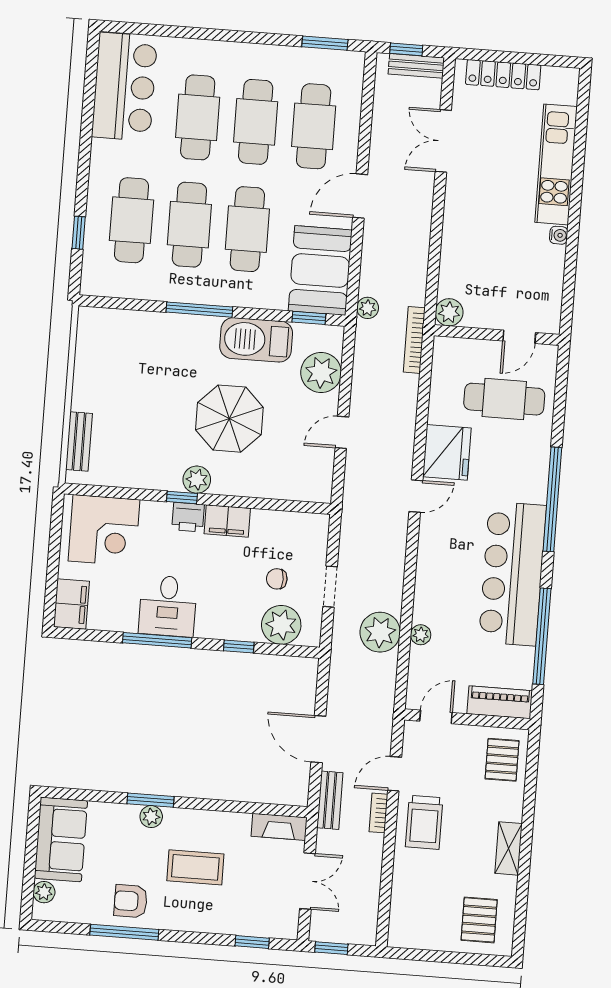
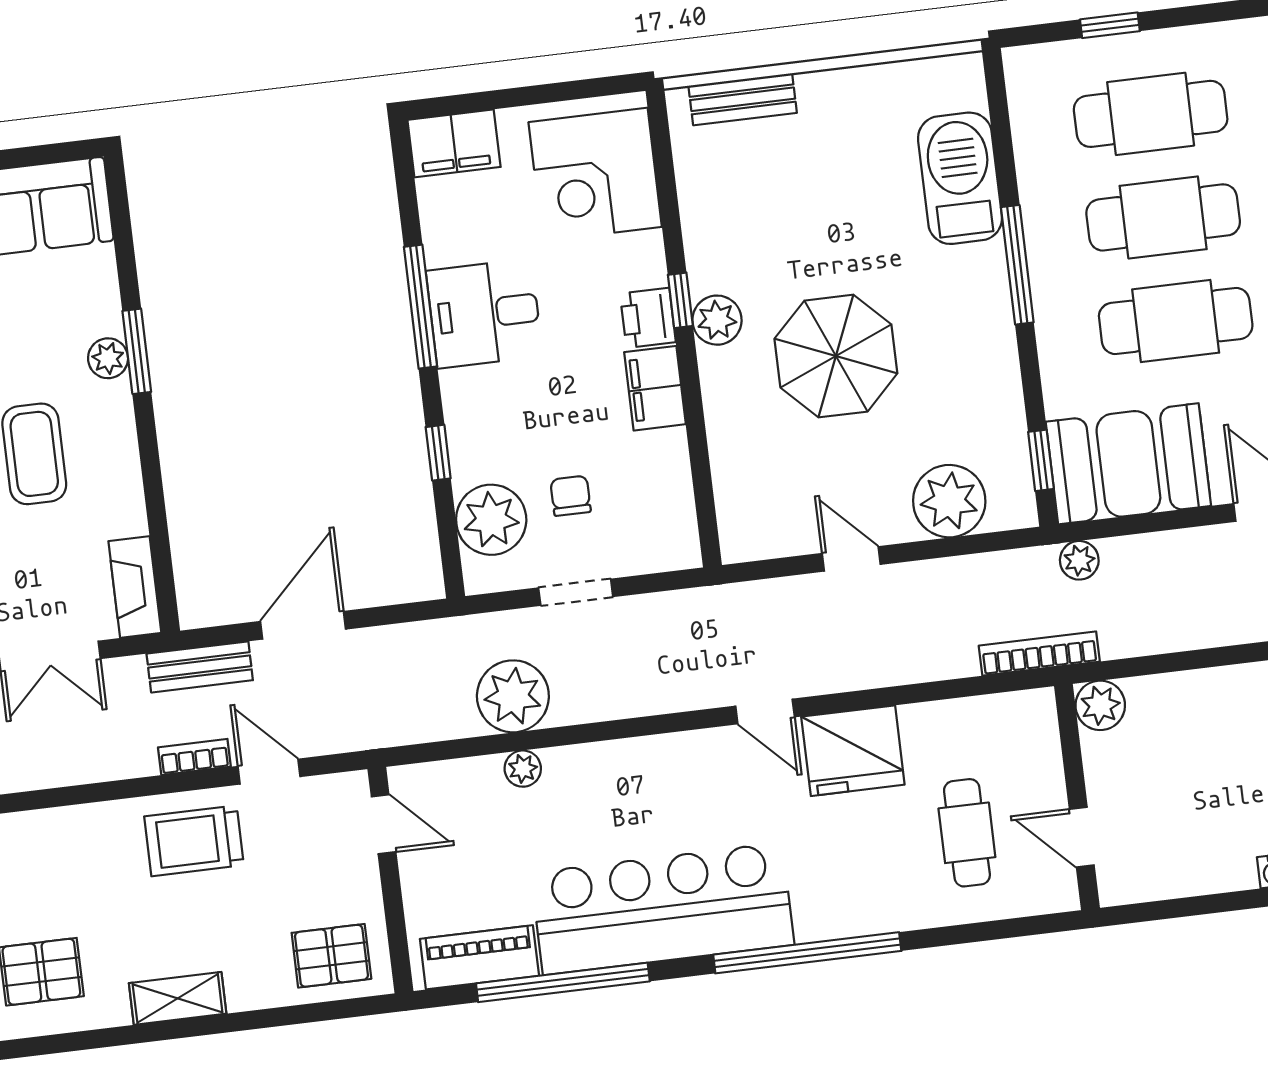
barbecue: (256, 340) -> (960, 178), moved
cafe table: (504, 399) -> (967, 833), width x0.73, depth x0.74
piano: (500, 702) -> (479, 957), moved, turned -90

